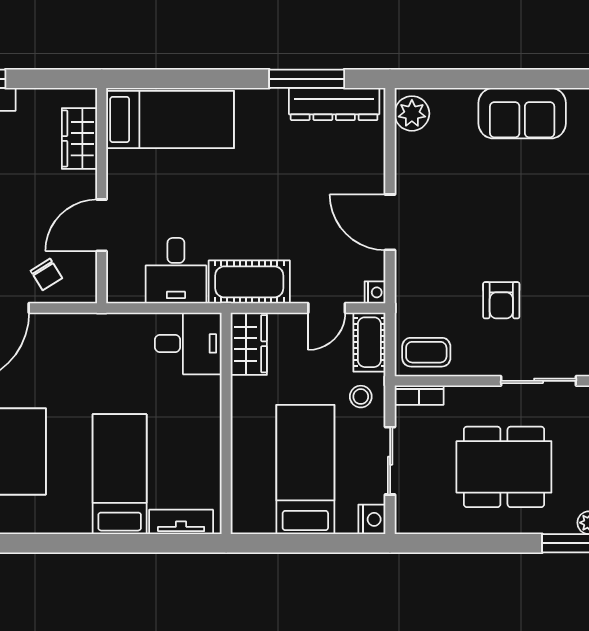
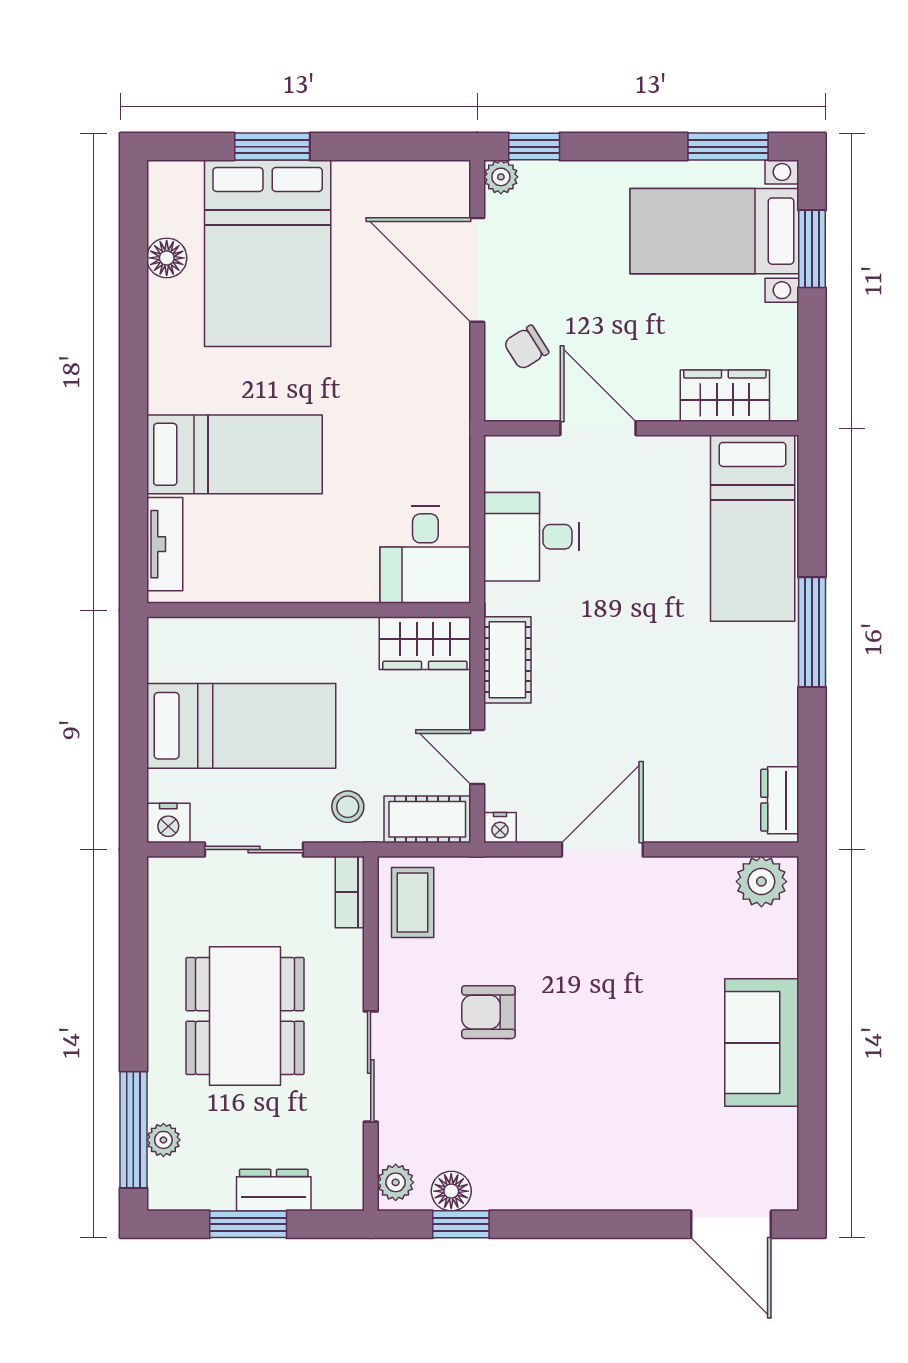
window: (307, 79) -> (812, 632), moved
dresser: (334, 104) -> (780, 800), width x0.51, depth x0.80
cot: (249, 282) -> (507, 660), width x0.73, depth x0.75

